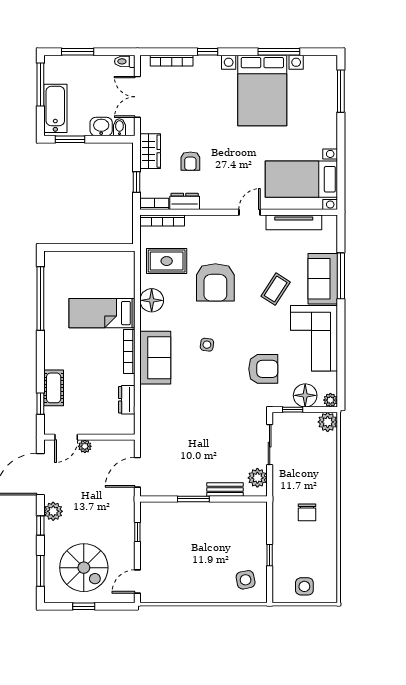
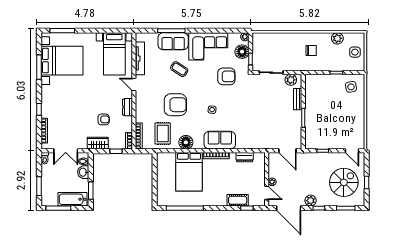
bed with nightstands: (262, 91) -> (62, 61), moved
dresser: (185, 201) -> (127, 107), moved
bed: (102, 313) -> (189, 172), width x1.50
armchair: (263, 369) -> (226, 76), turned 90
plant: (328, 422) -> (337, 38), moved

